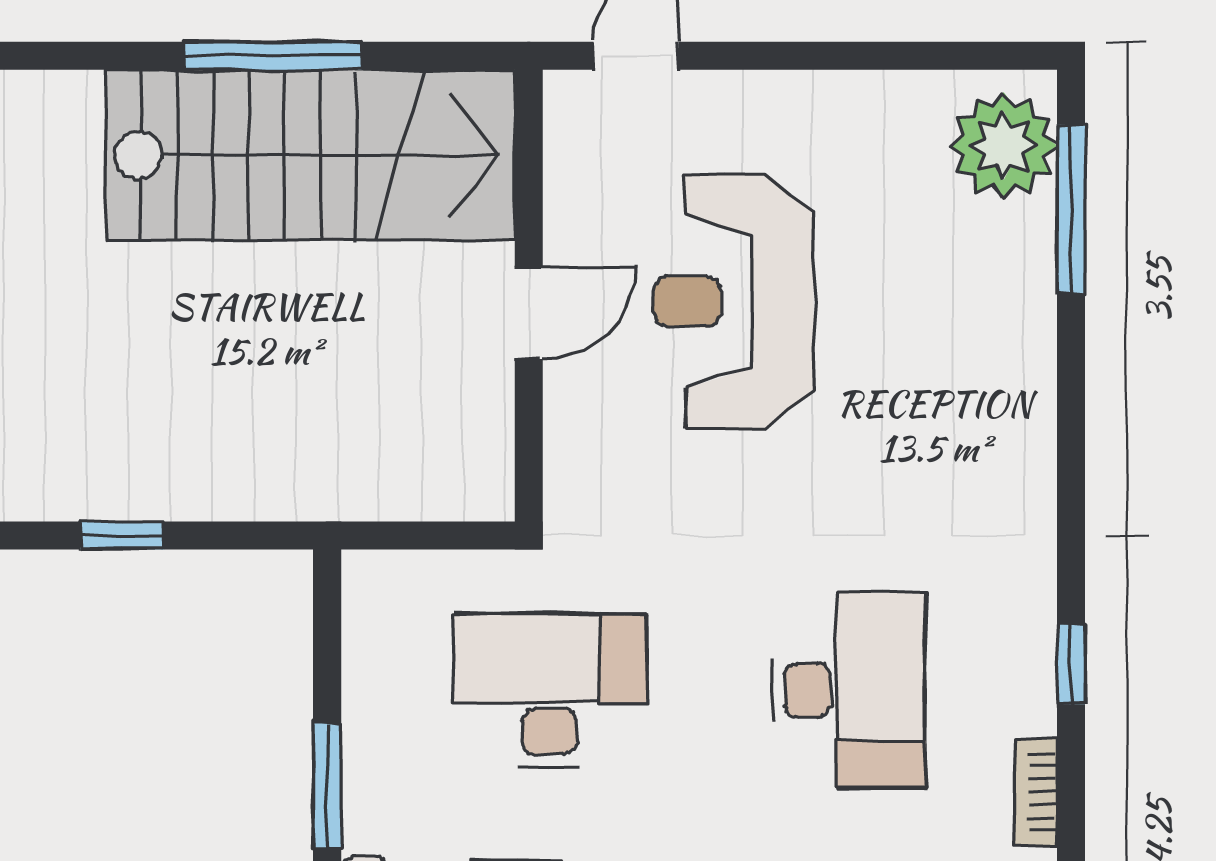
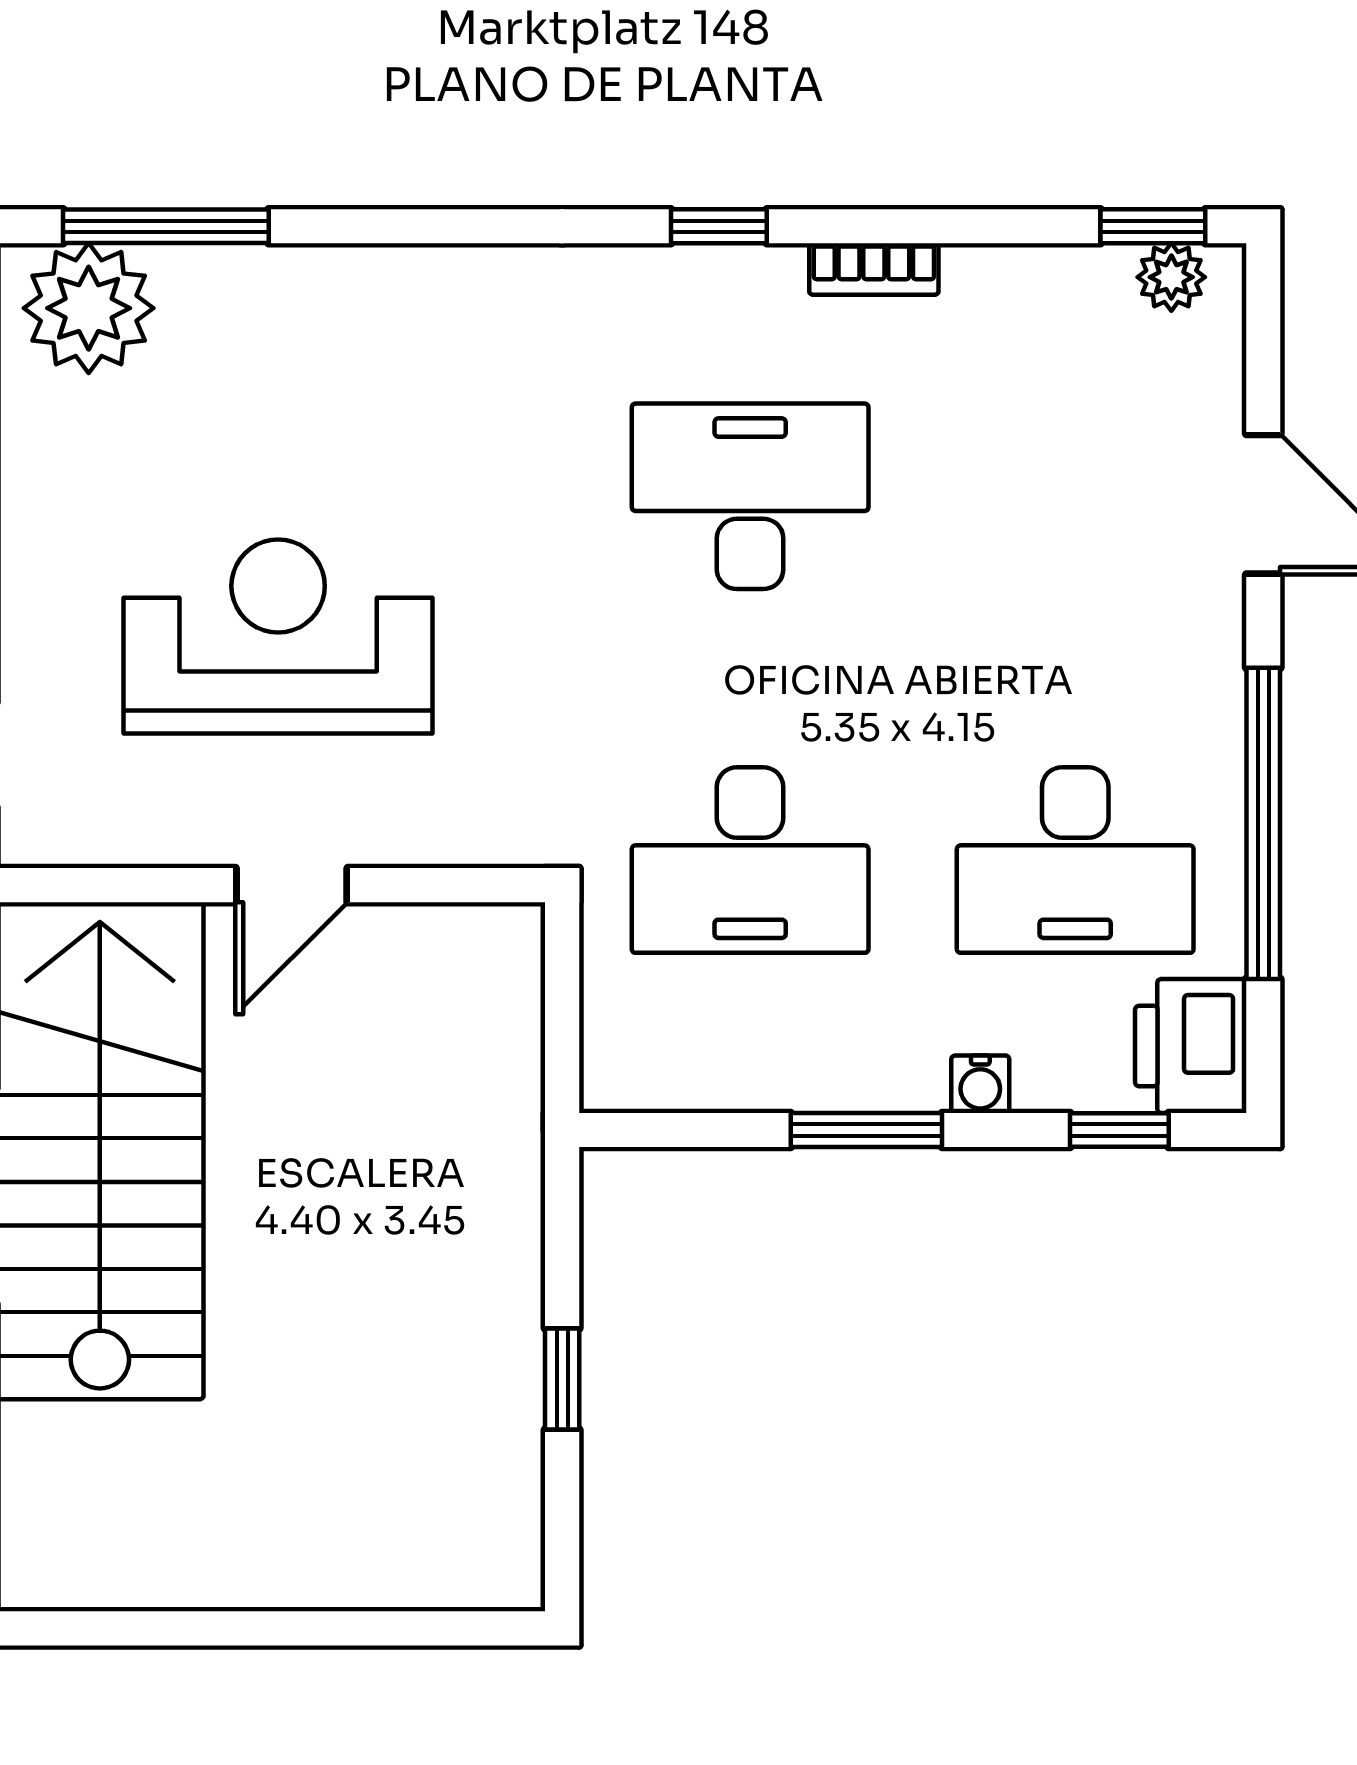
reception desk: (733, 302) -> (278, 637), turned 180
door: (529, 313) -> (292, 885), swing flipped
desk: (549, 690) -> (750, 860), turned -90

